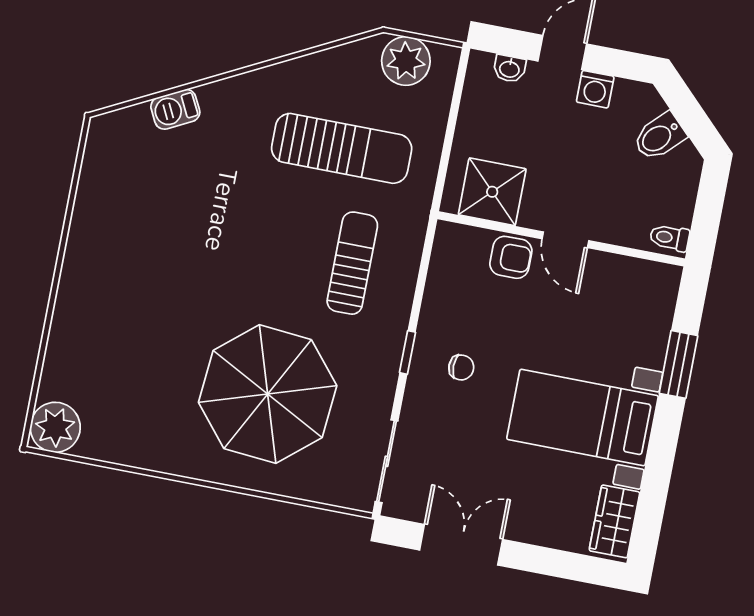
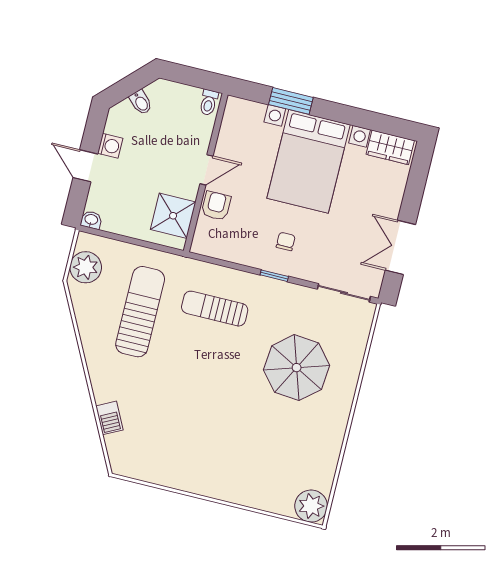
washbasin: (509, 69) -> (91, 220), moved, turned -90
bidet: (659, 137) -> (141, 102), width x0.72, depth x0.74
parasol: (268, 394) -> (297, 368), width x0.73, depth x0.73
bed with nightstands: (582, 418) -> (308, 161), width x1.36

